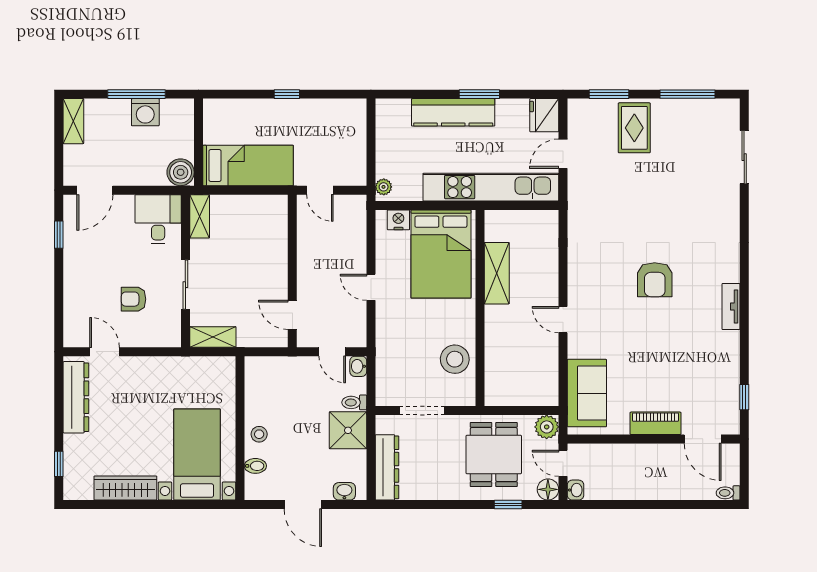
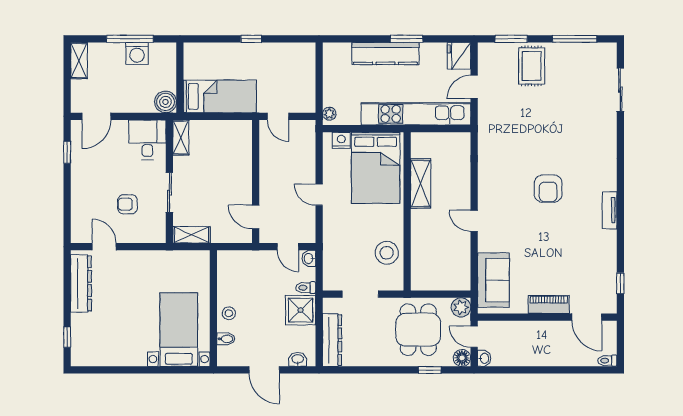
wardrobe: (125, 488) -> (121, 357), removed

